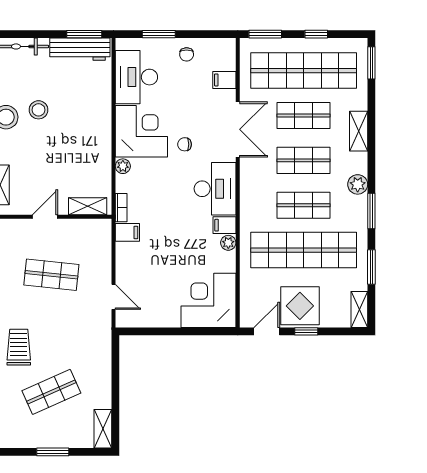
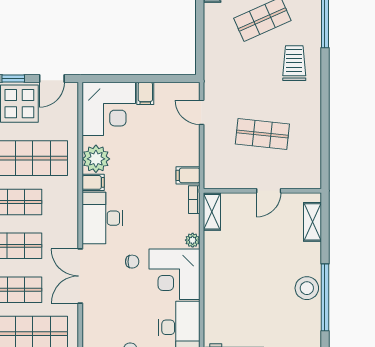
filing cabinet: (224, 80) -> (145, 93), moved, turned 90
stool: (39, 110) -> (275, 295), removed
shelving: (88, 206) -> (212, 212), moved, turned 90
plant: (228, 243) -> (96, 159), width x1.87, depth x1.87
trolley: (19, 347) -> (294, 63), turned 180

